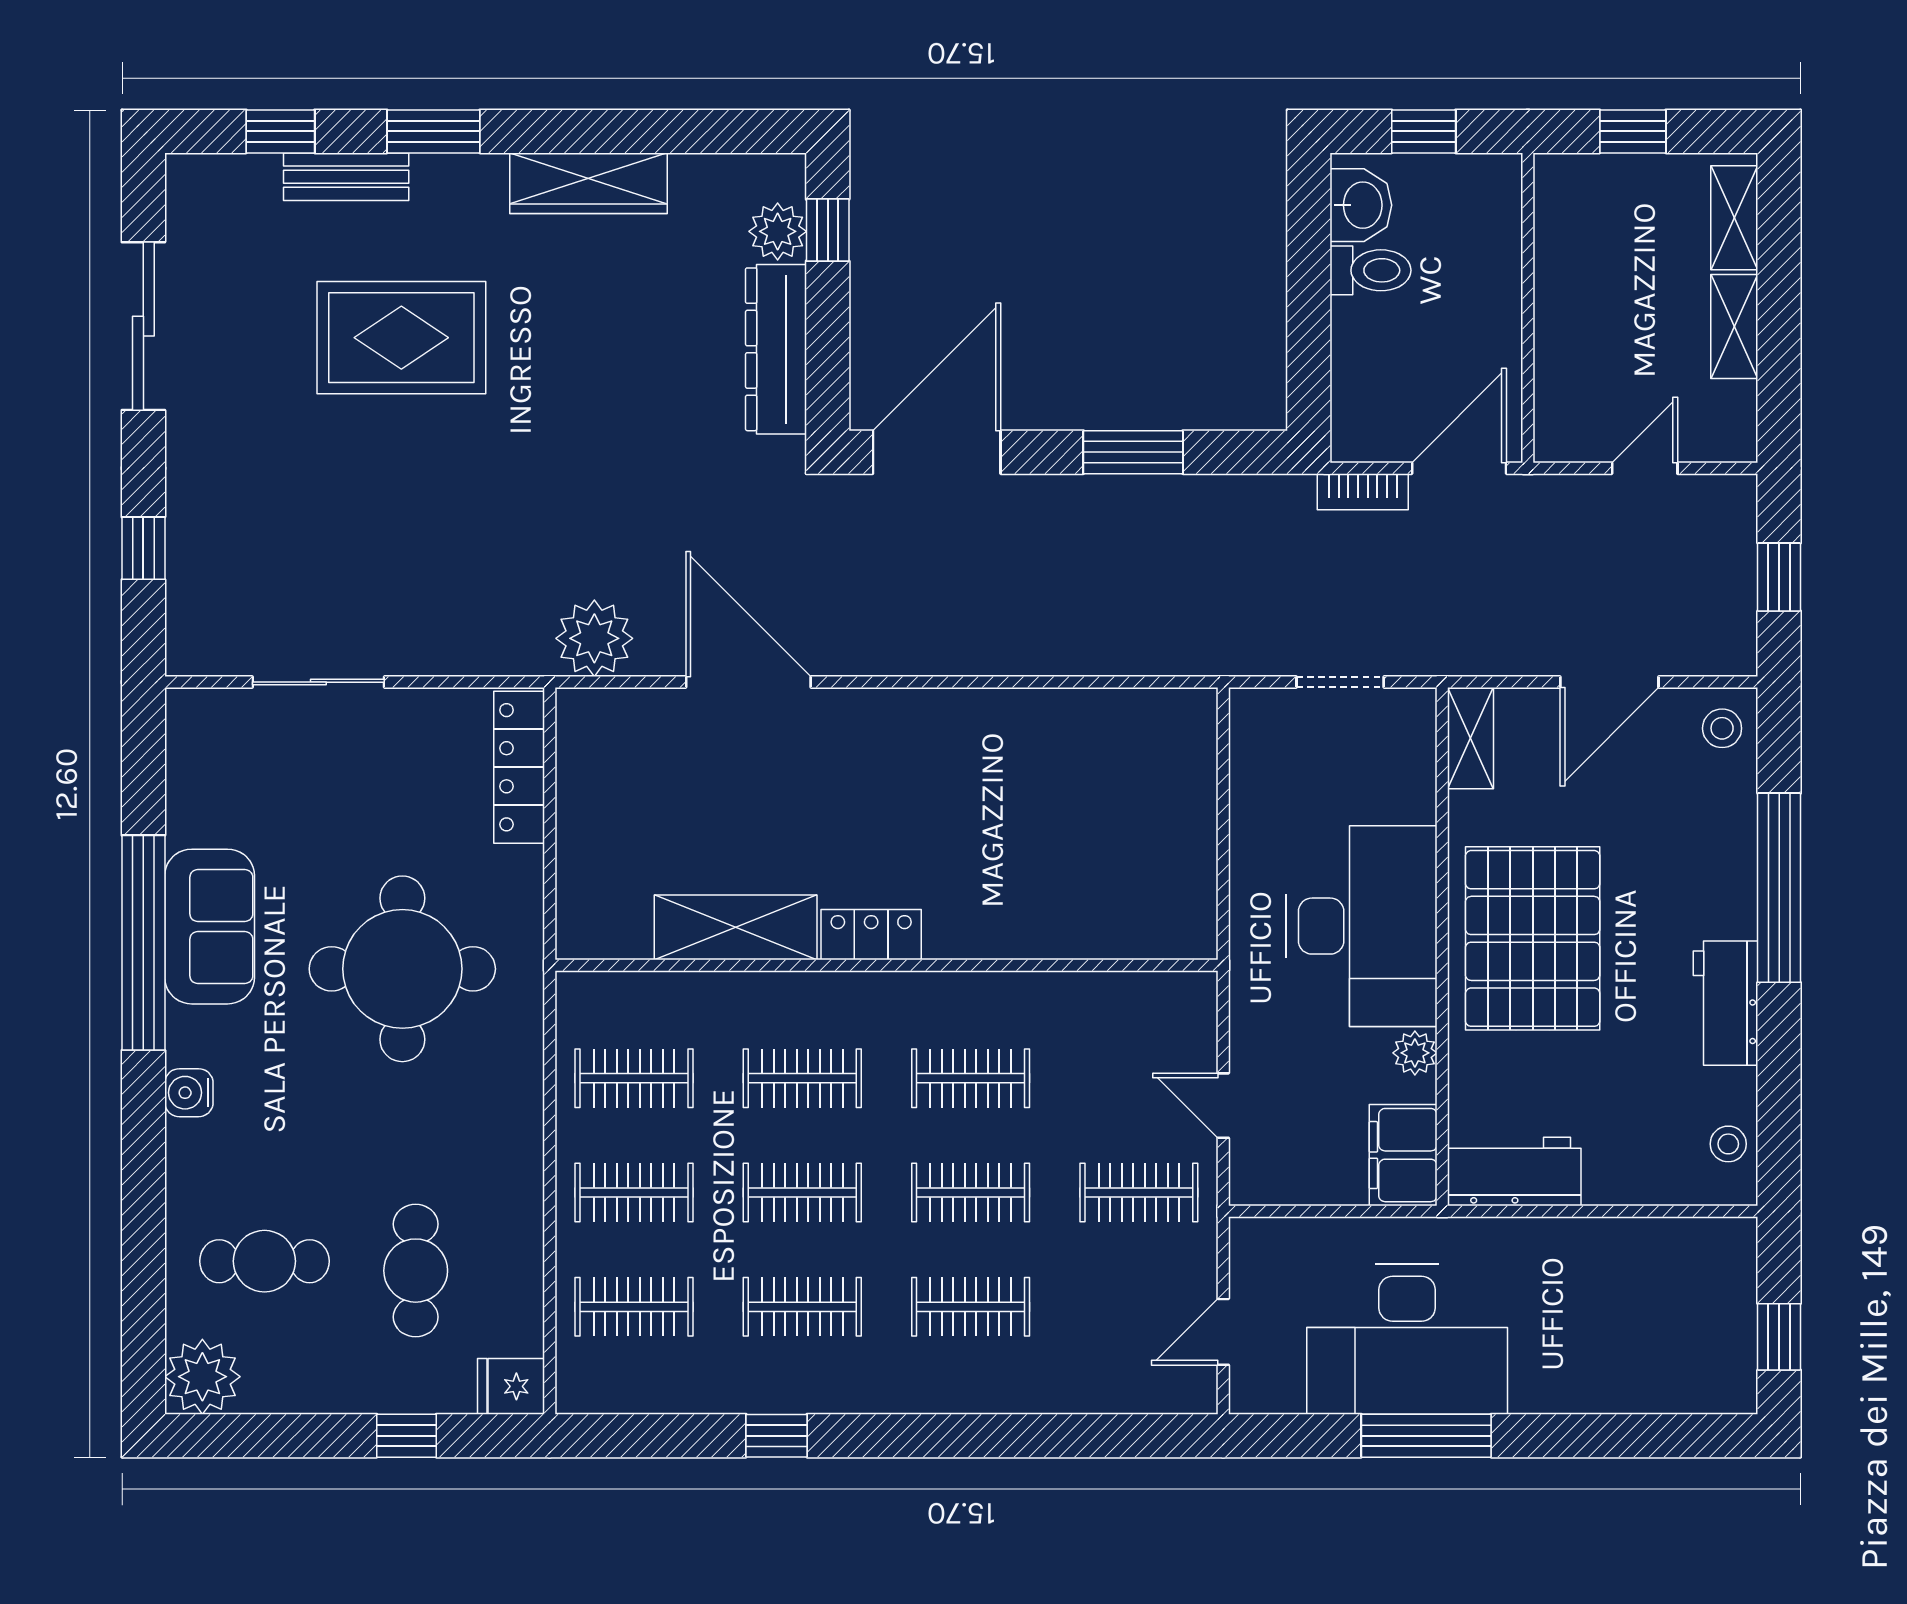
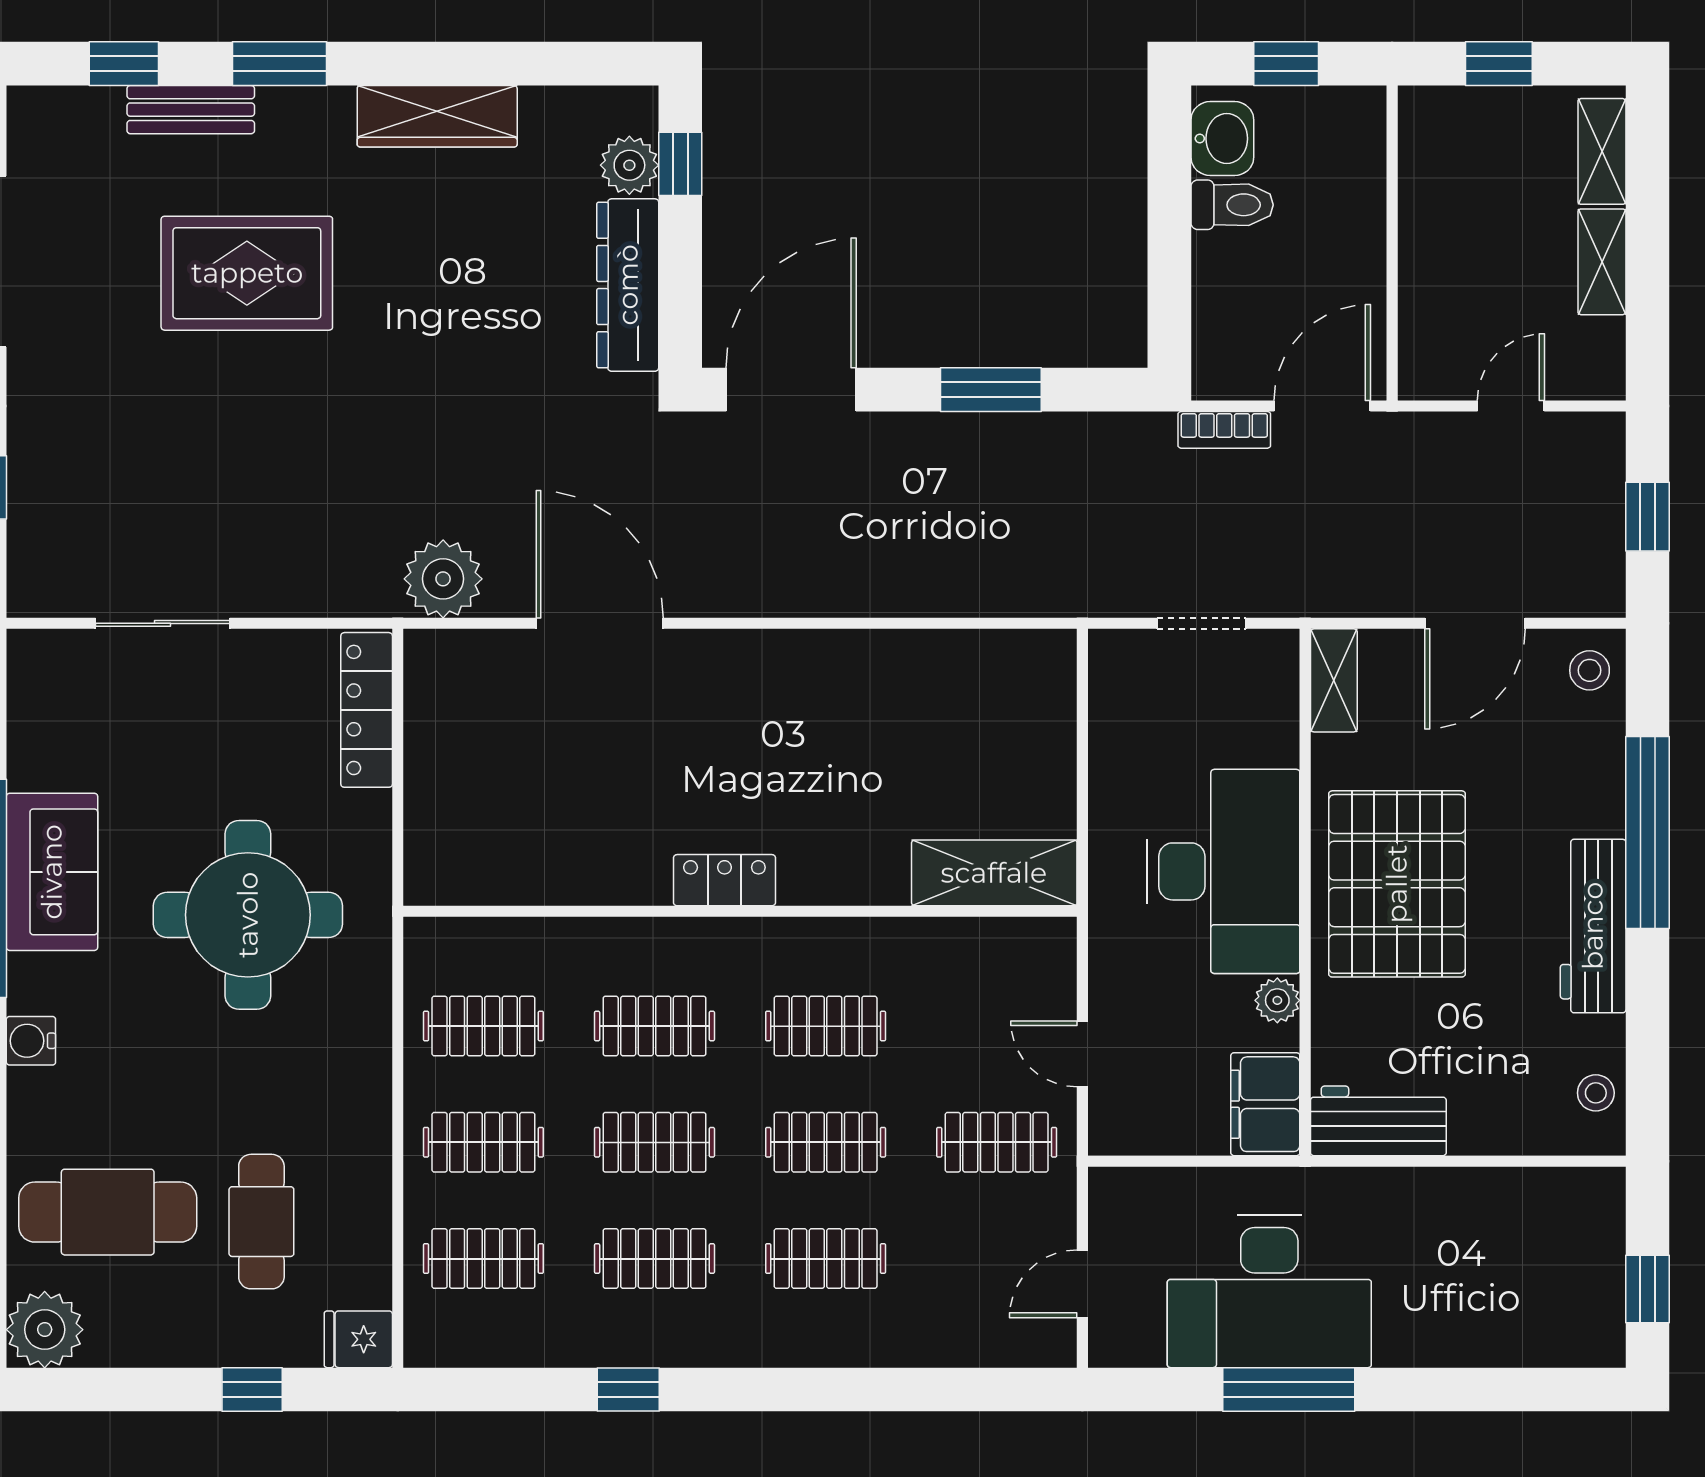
shelving: (736, 927) -> (994, 873), moved
workbench: (1726, 1003) -> (1593, 926), width x1.38
cafe table: (264, 1261) -> (108, 1212), width x1.37, depth x1.35

